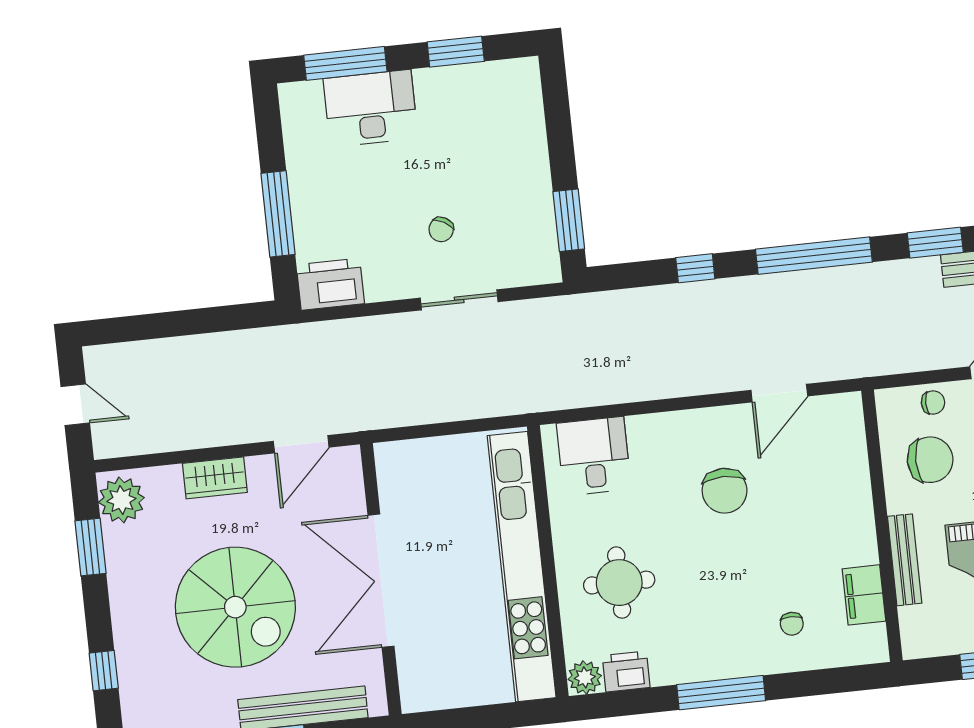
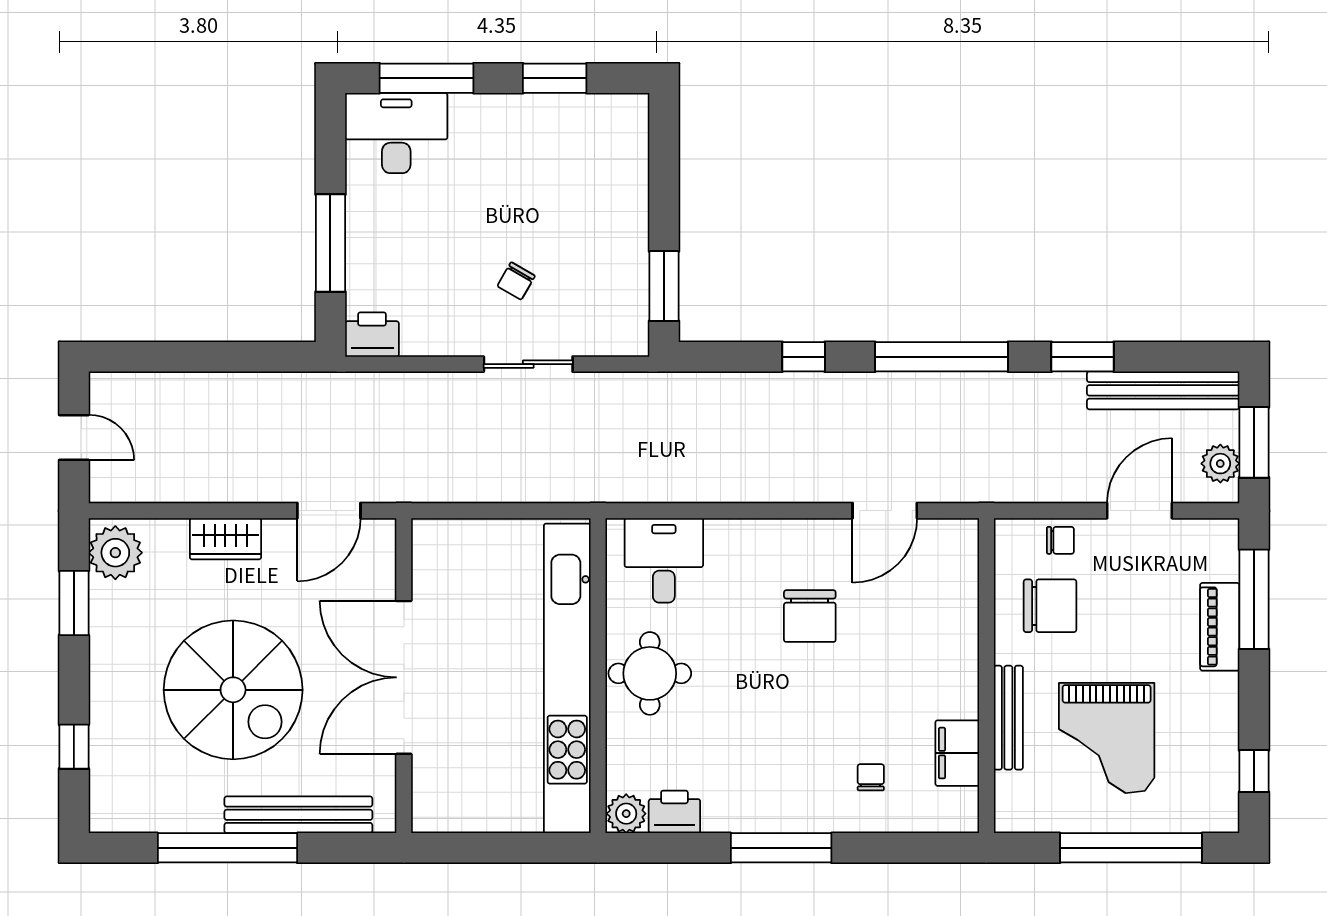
desk: (371, 108) -> (396, 133), moved
printer: (330, 284) -> (372, 335), width x0.73, depth x0.84
round table: (619, 583) -> (650, 673), moved
chair: (792, 624) -> (871, 777), turned 180

